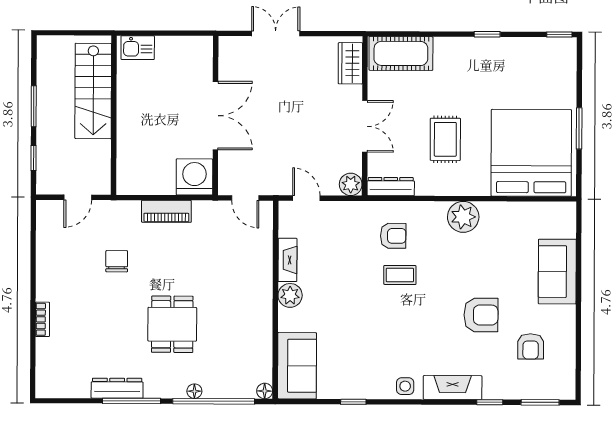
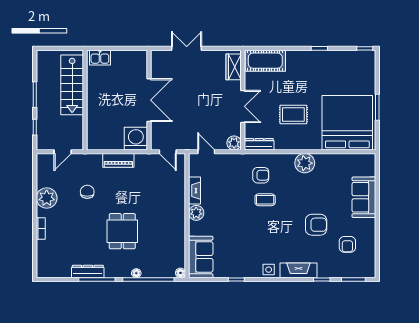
rug: (445, 139) -> (293, 114), turned 90
plant: (52, 271) -> (47, 198), added

